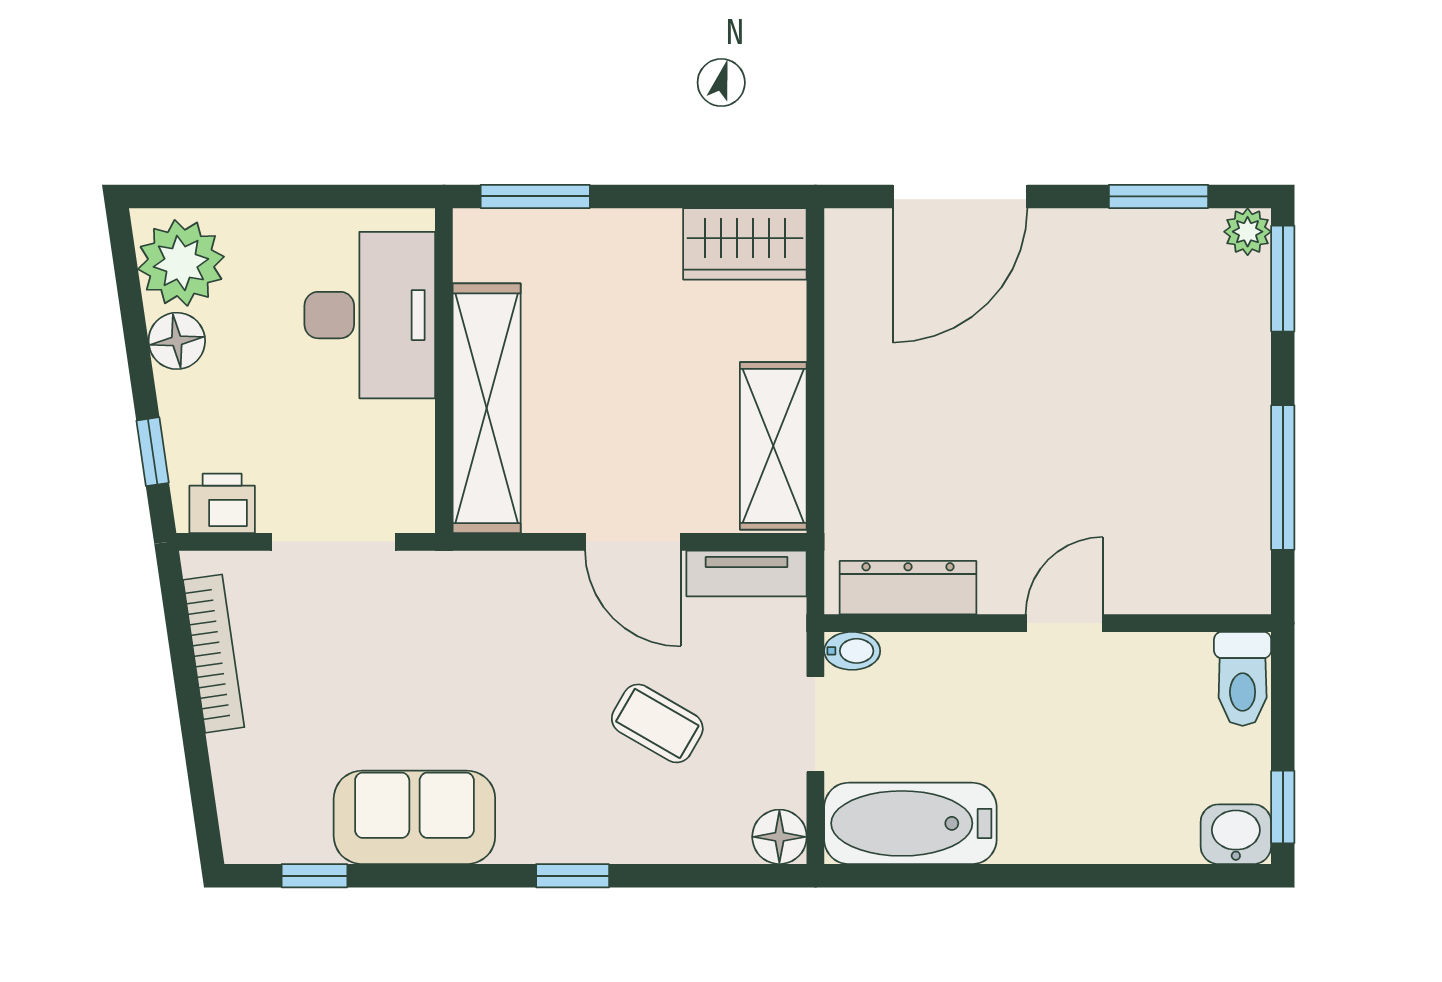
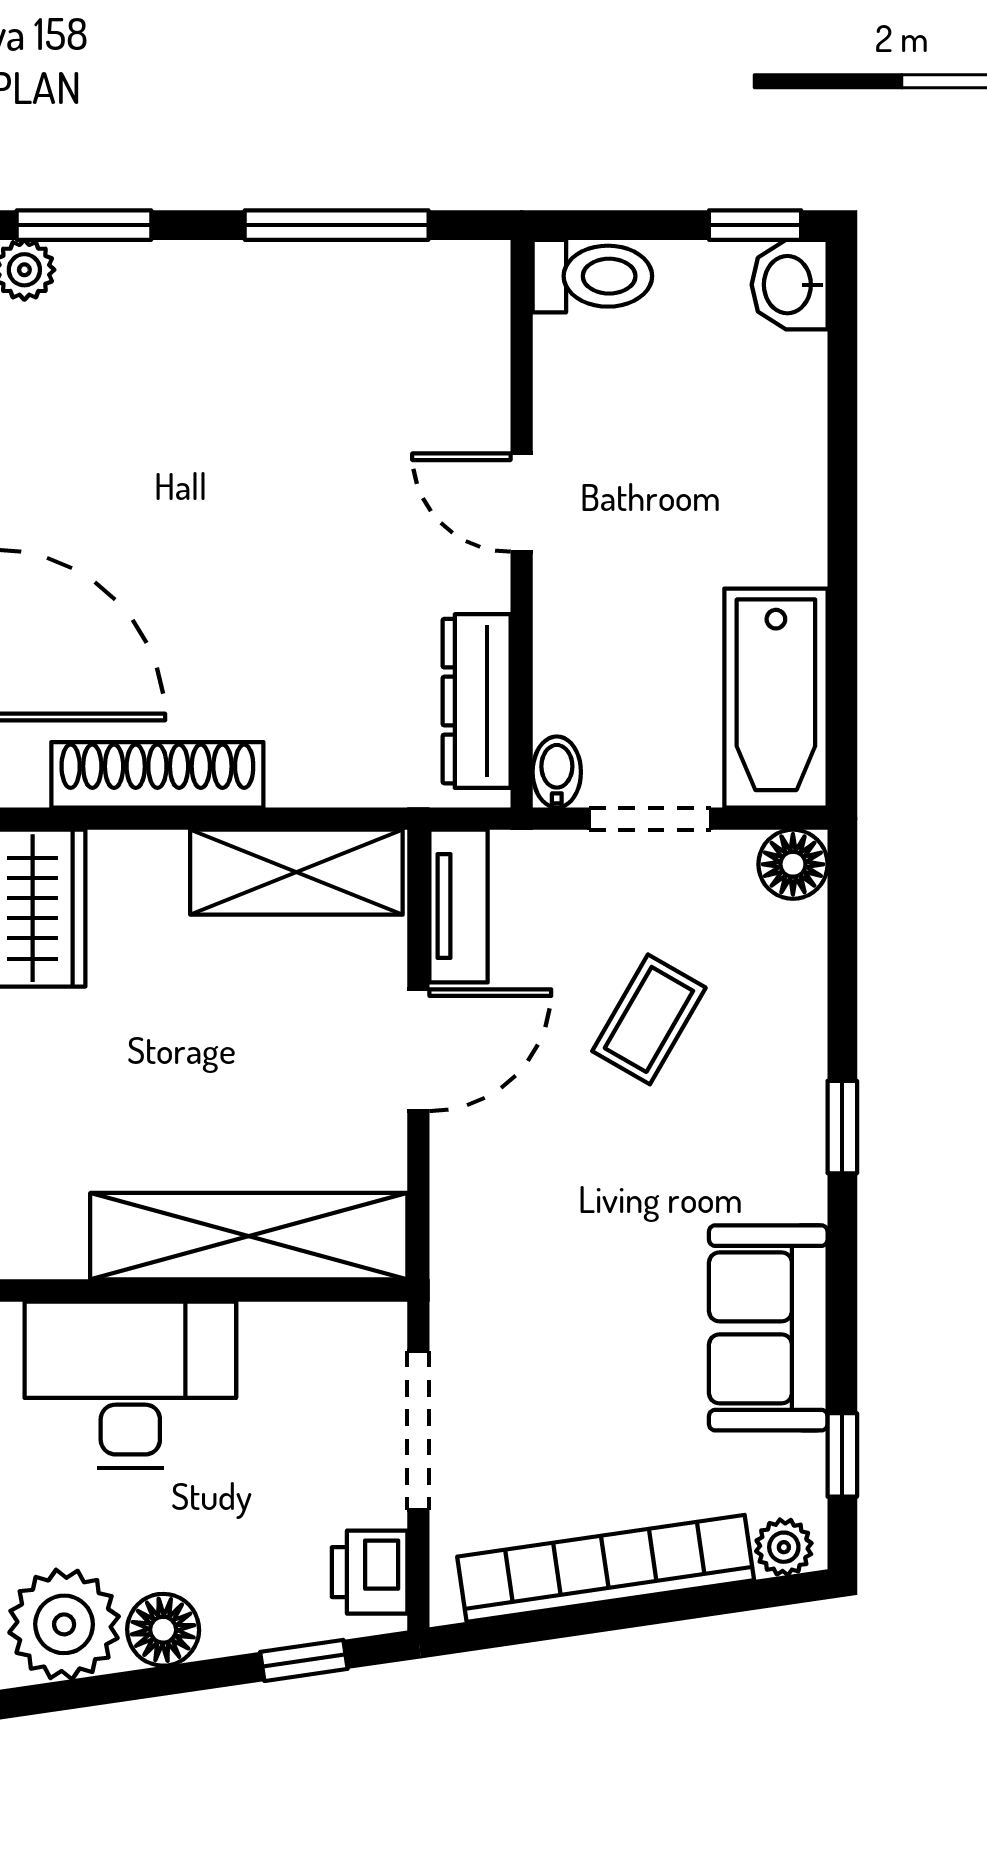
shoe rack: (850, 336) -> (157, 775), added
bookcase: (214, 654) -> (606, 1568), width x1.48, depth x1.31
plant: (242, 830) -> (784, 1547), added

